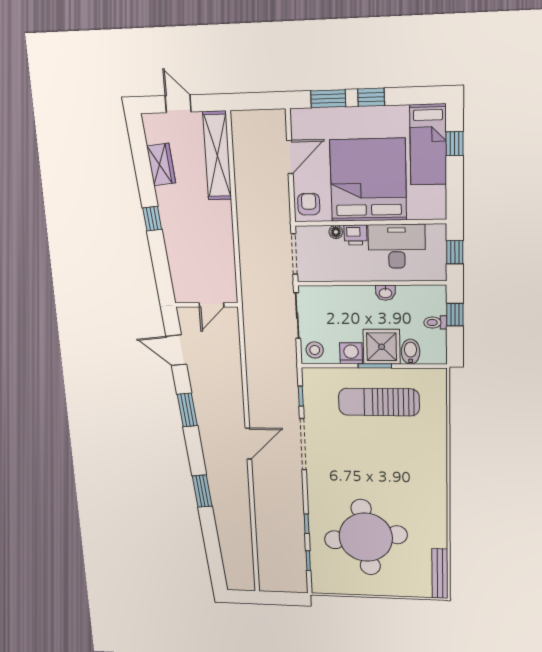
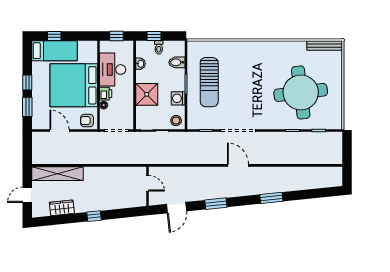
washbasin: (385, 293) -> (140, 64), moved
shower: (382, 347) -> (147, 94), moved

